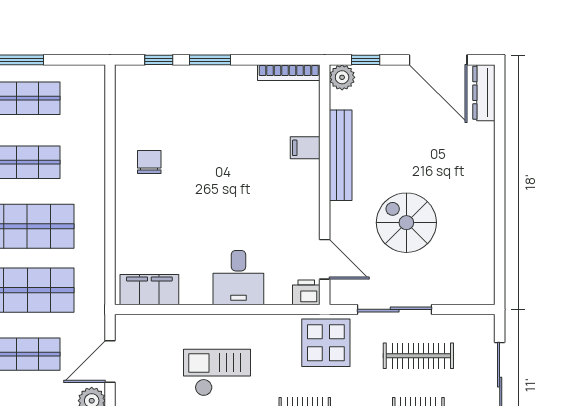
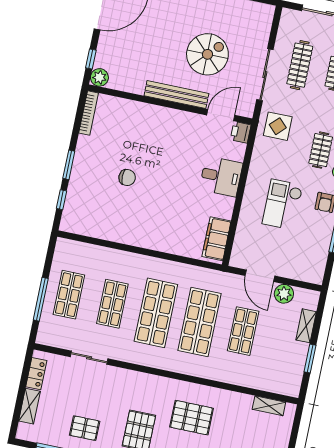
filing cabinet: (305, 148) -> (142, 113), removed
bench: (341, 155) -> (176, 95), moved
chair: (149, 162) -> (127, 178), moved, turned 180
spiral stairs: (406, 223) -> (207, 54), turned 180
display table: (326, 343) -> (278, 126), width x0.73, depth x0.73

